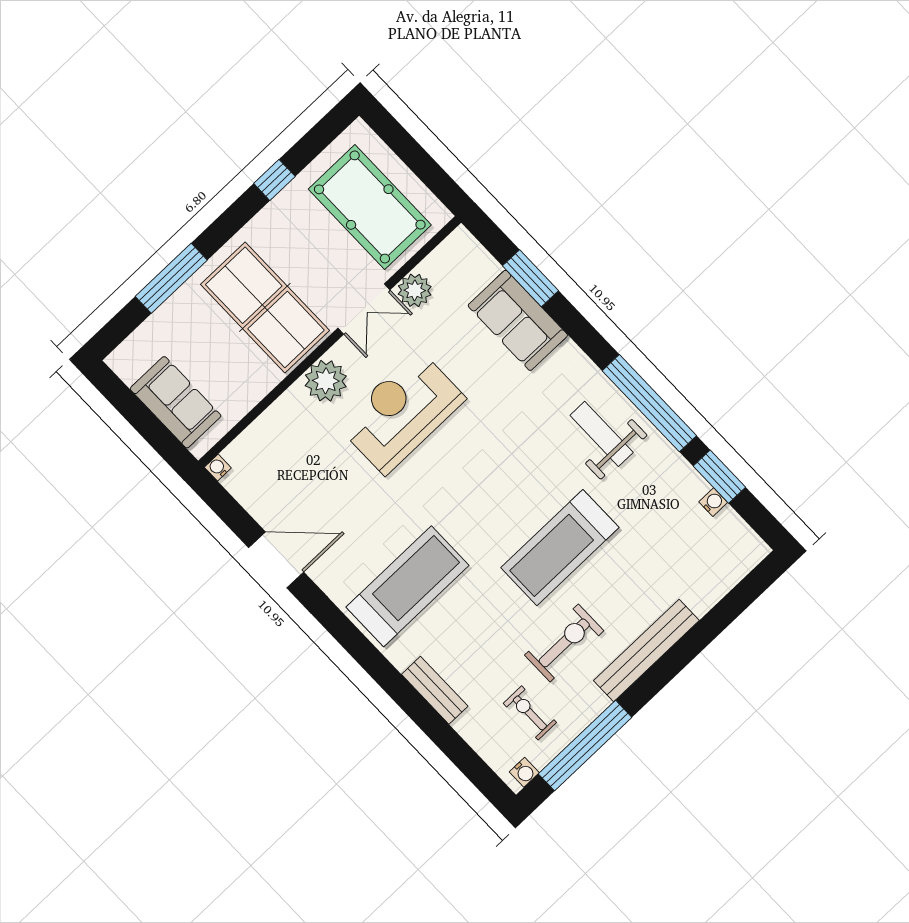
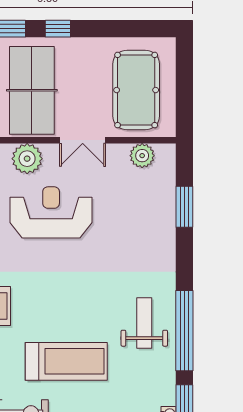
window: (274, 180) -> (58, 29), moved
plant: (415, 290) -> (142, 156), moved
sofa: (518, 320) -> (157, 222), removed
treadmill: (560, 548) -> (66, 361), turned 180

